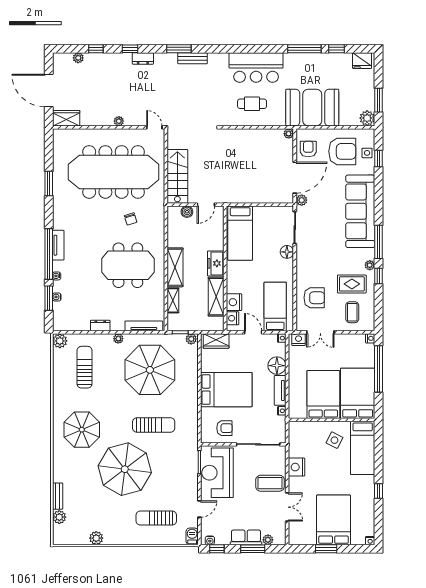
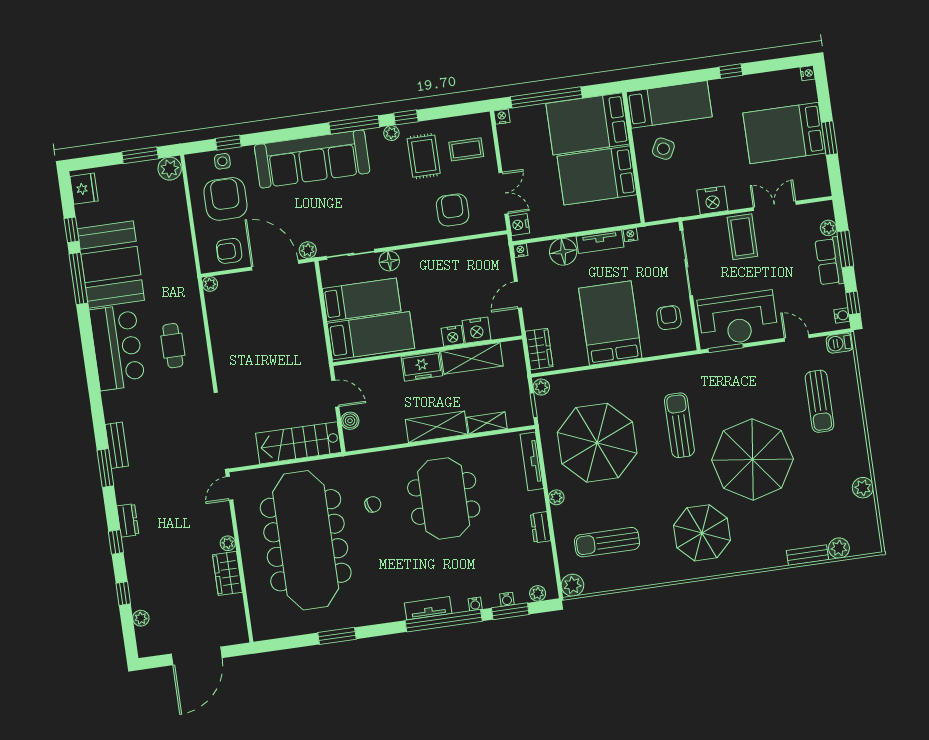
booth: (312, 108) -> (111, 265), moved
wardrobe: (66, 118) -> (227, 573), moved
bed: (275, 307) -> (362, 300), moved, turned 180
plant: (58, 317) -> (538, 593), added
nightstand: (233, 318) -> (452, 336), moved

